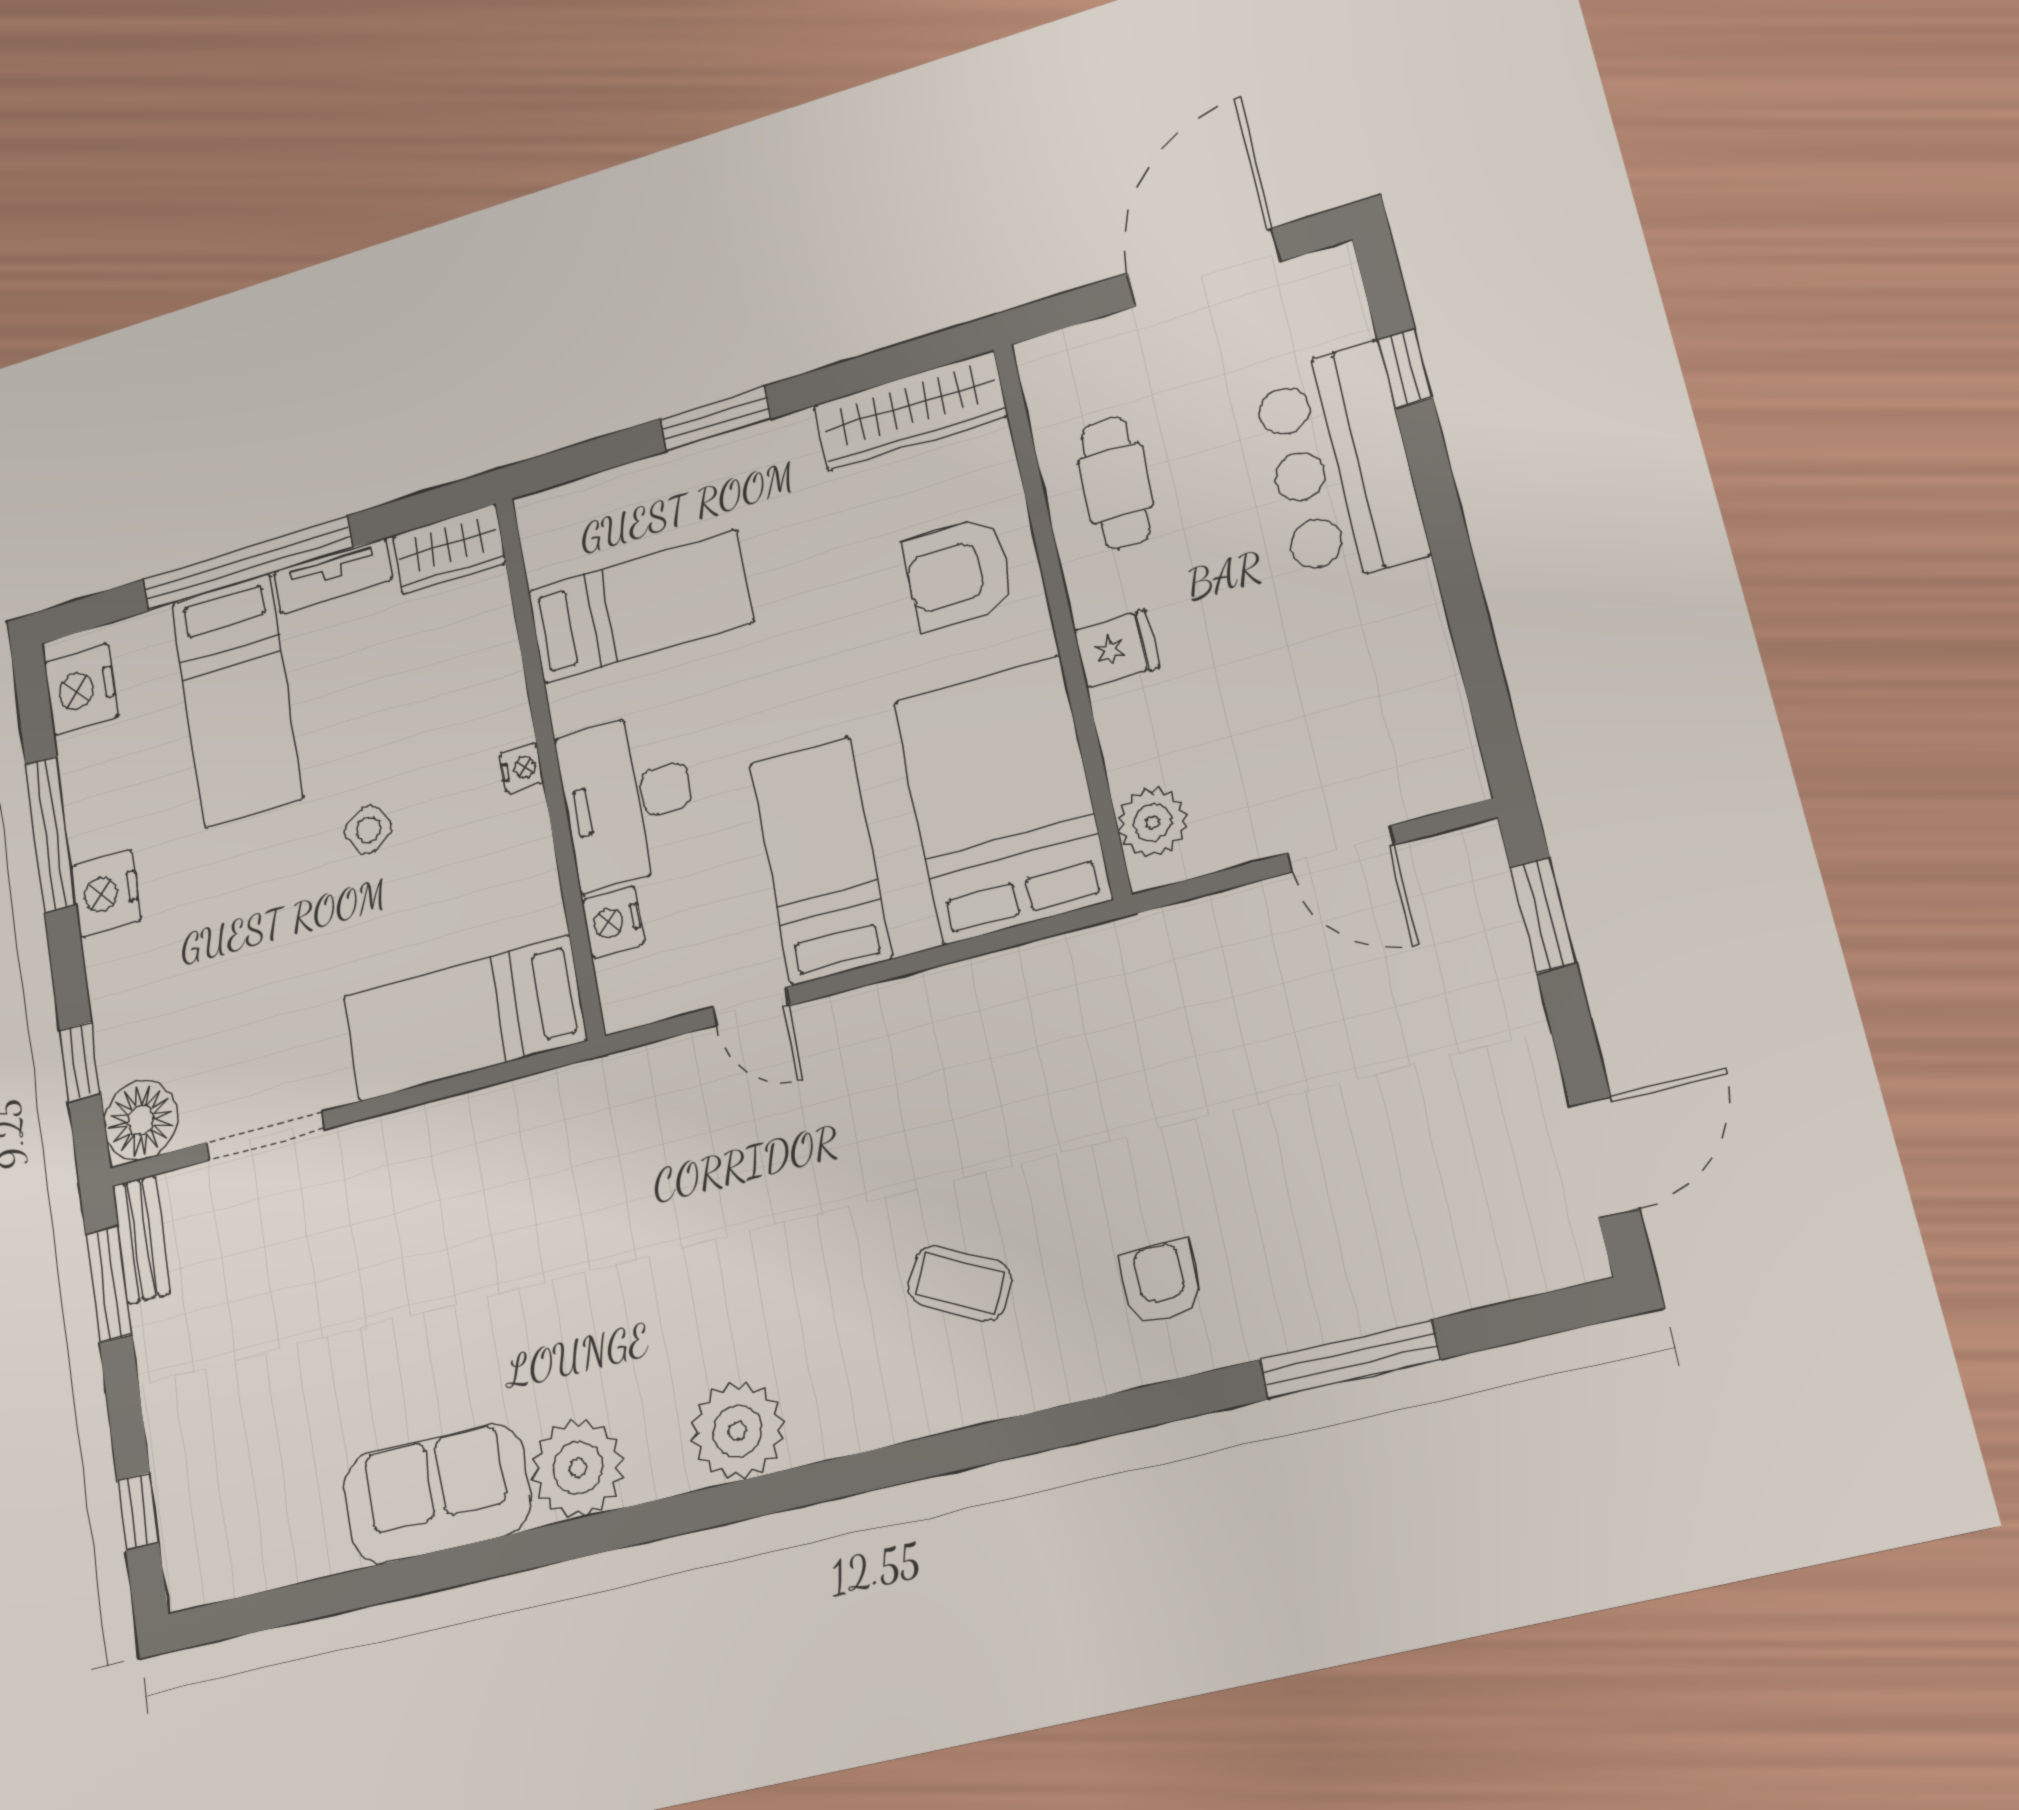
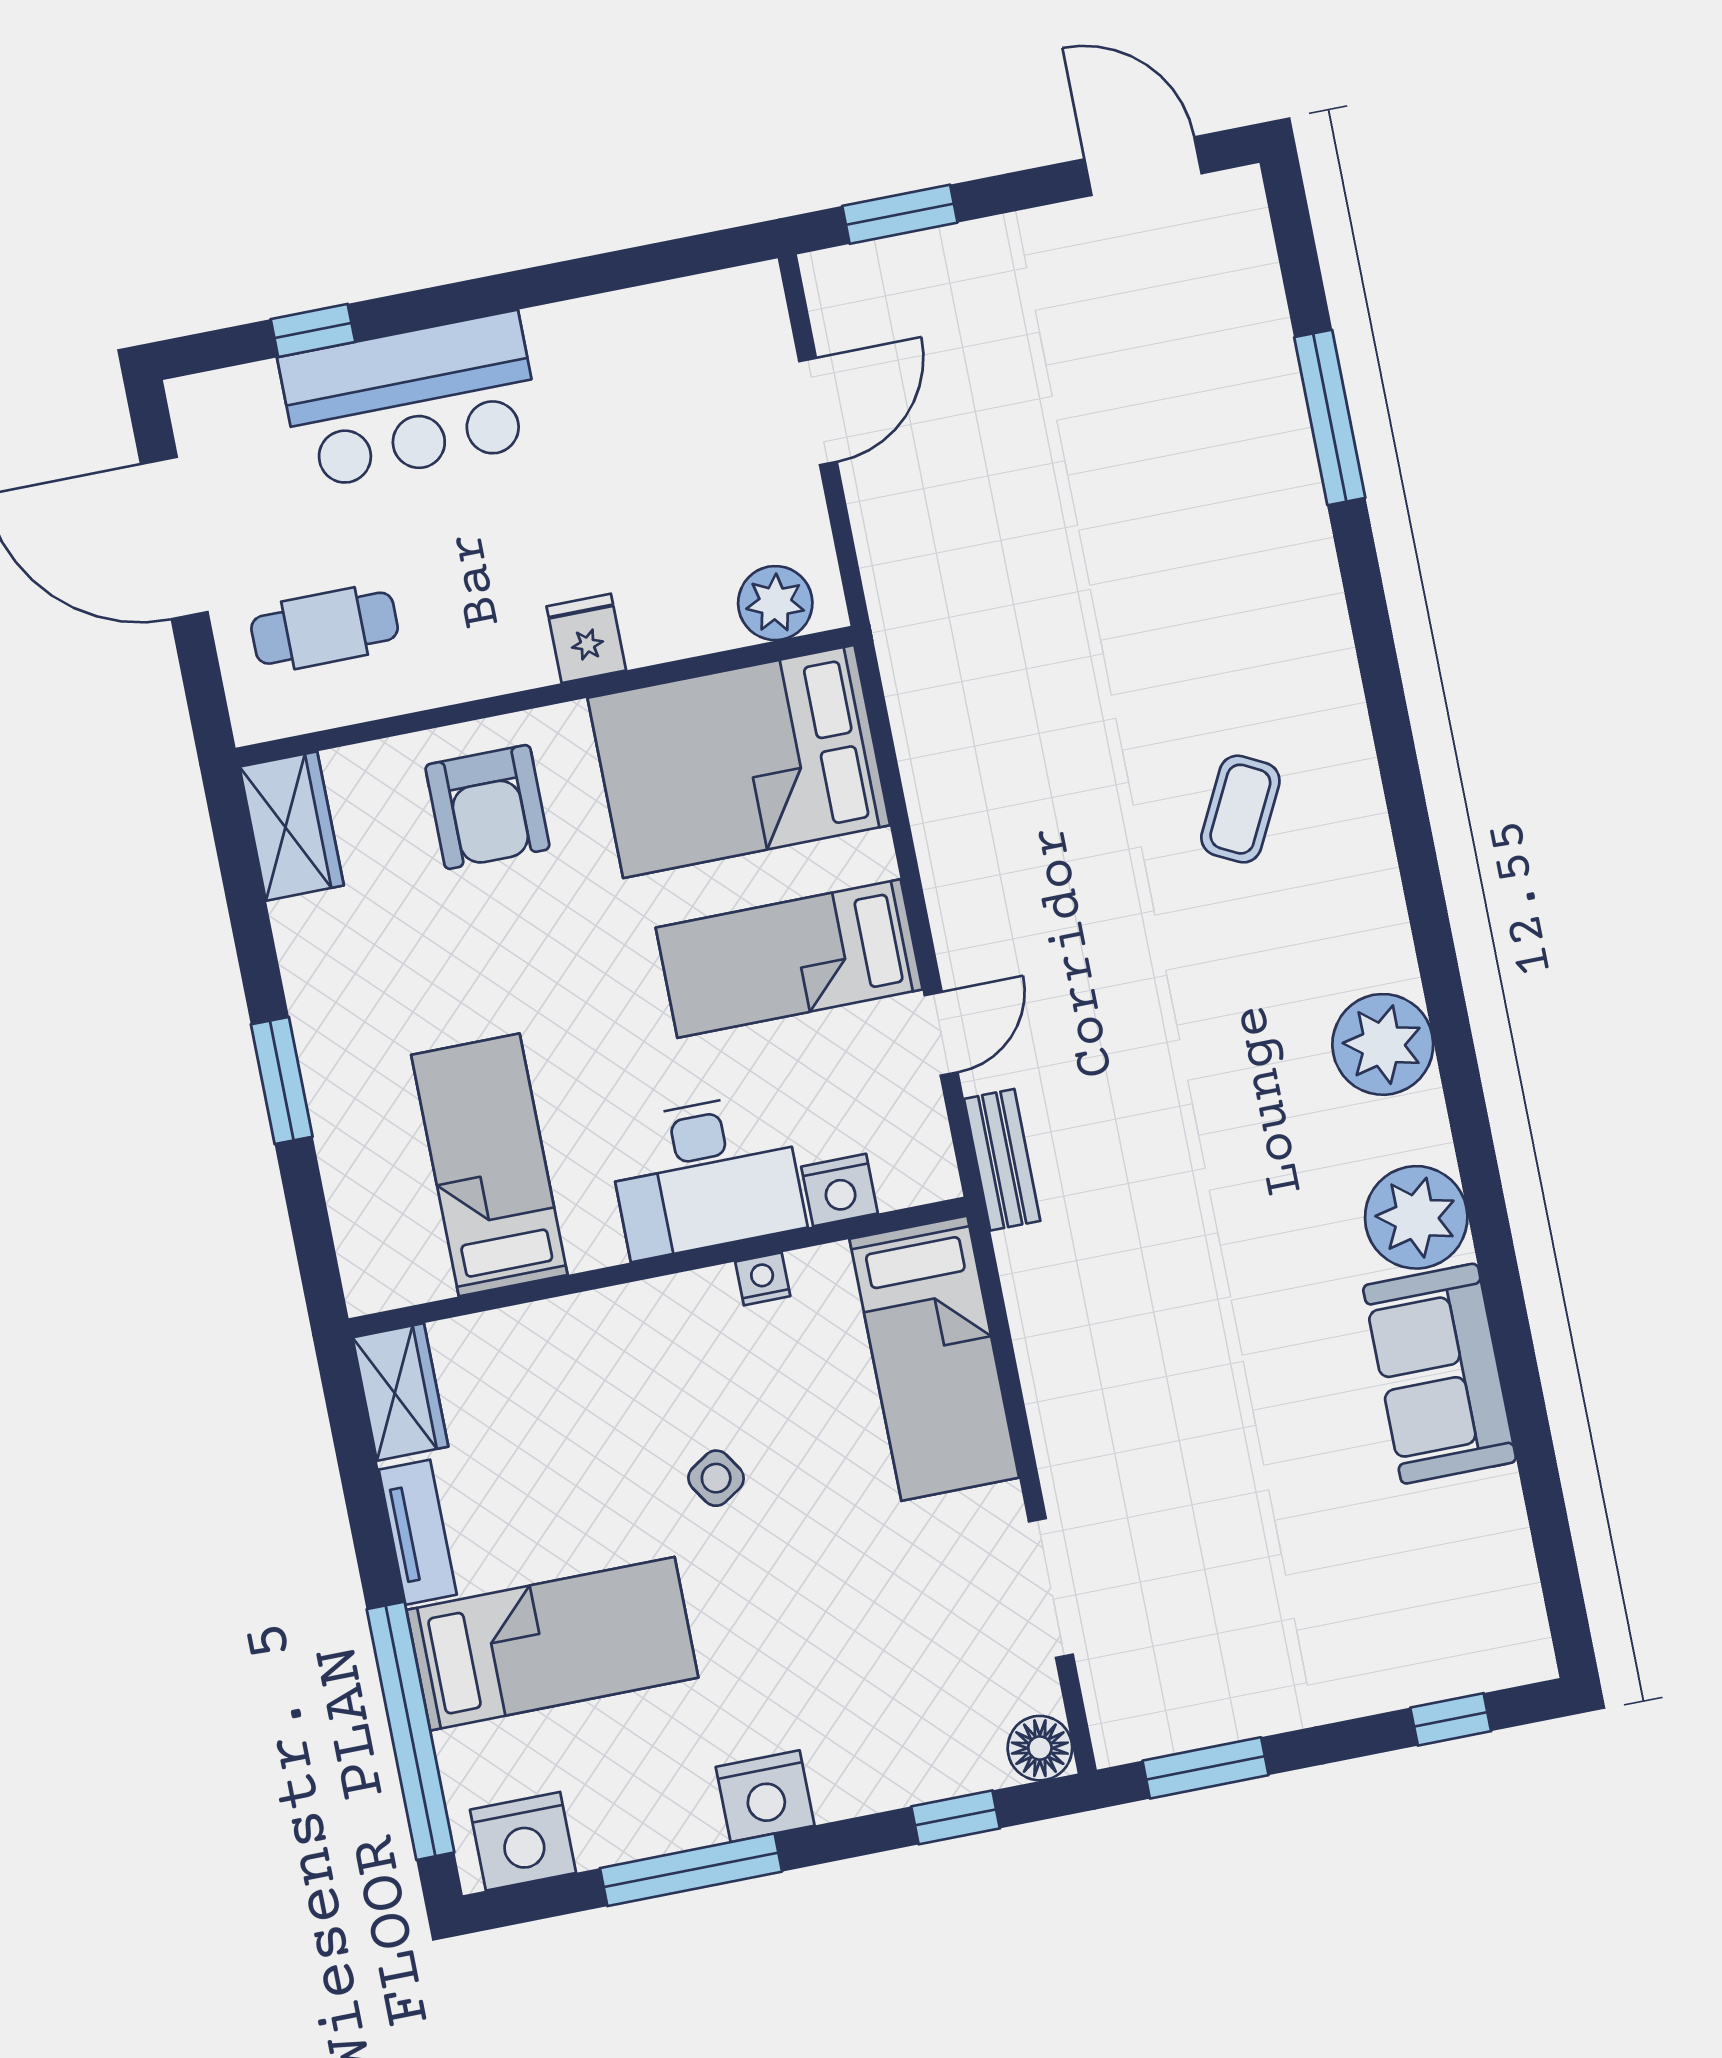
wardrobe: (910, 411) -> (292, 826), width x0.67
cafe table: (1116, 483) -> (325, 628), moved
window: (247, 564) -> (411, 1731), moved
nightstand: (521, 768) -> (763, 1279), moved
floor lamp: (141, 1120) -> (1040, 1748), width x0.73, depth x0.73
bench: (141, 1239) -> (1002, 1160), moved, turned 90
armchair: (1161, 1283) -> (1248, 603), removed

